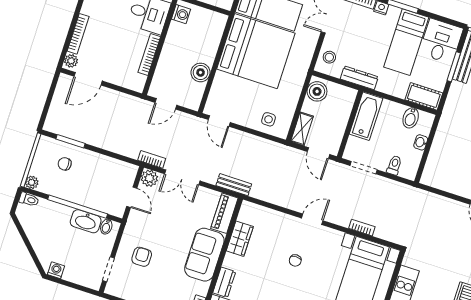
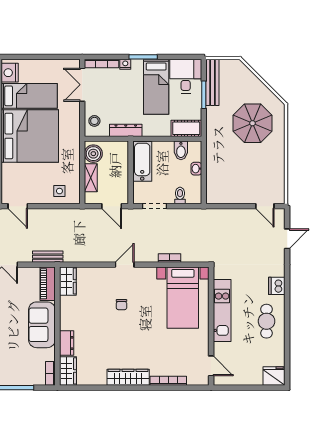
shelving: (302, 129) -> (91, 178), moved
wardrobe: (240, 239) -> (68, 281), moved

